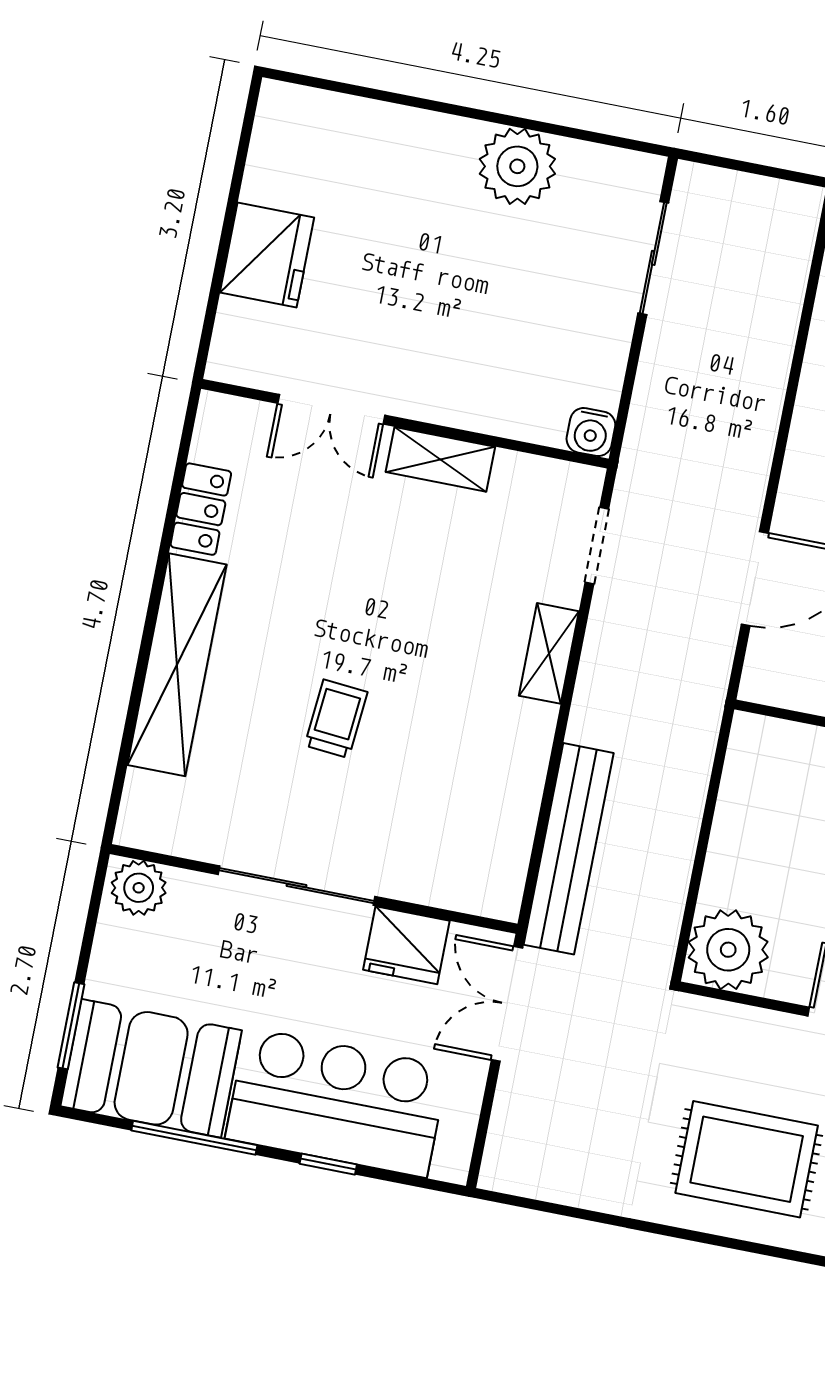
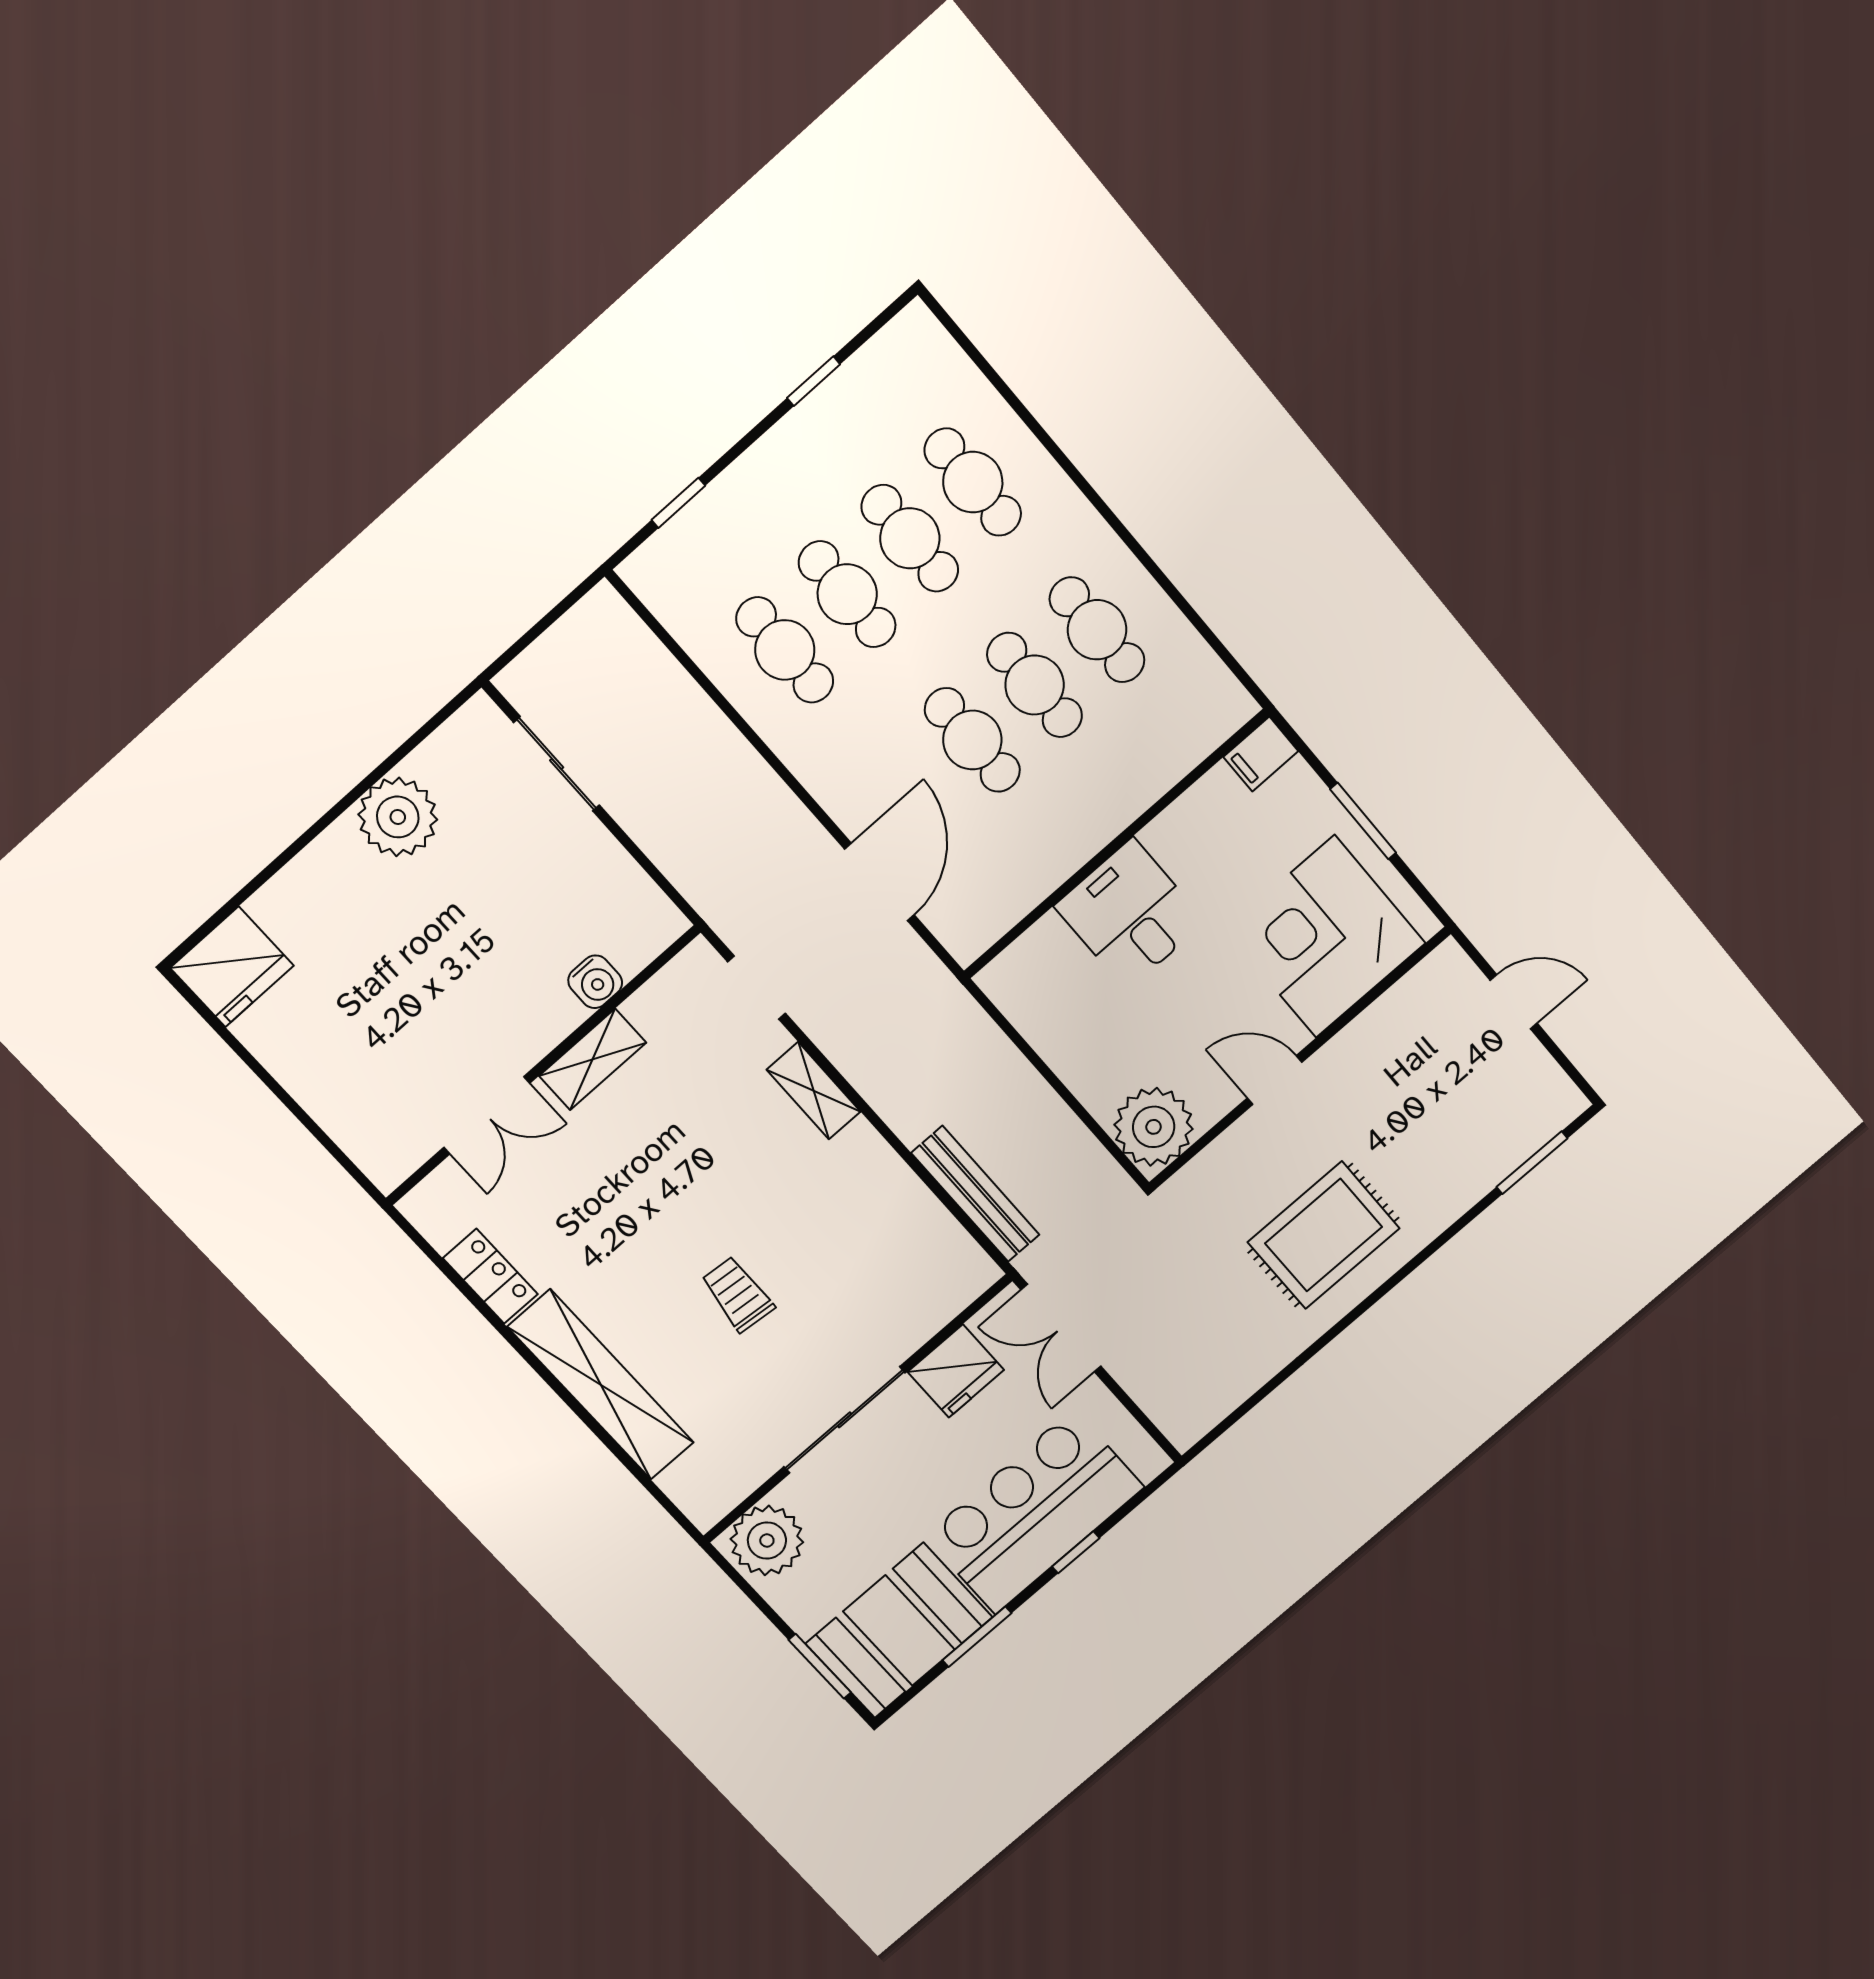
fridge: (267, 255) -> (232, 967), moved, turned 90
water cooler: (591, 432) -> (595, 982), moved
bench: (569, 849) -> (975, 1194), width x0.73, depth x0.82
plant: (139, 888) -> (767, 1541), width x1.36, depth x1.36
window: (194, 1138) -> (977, 1637), width x0.69

